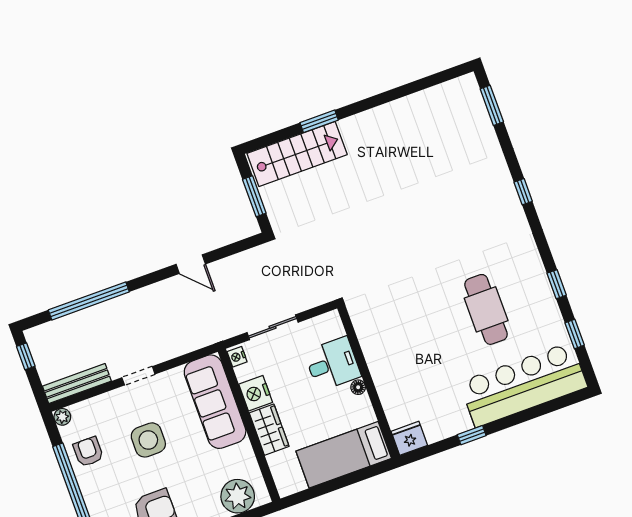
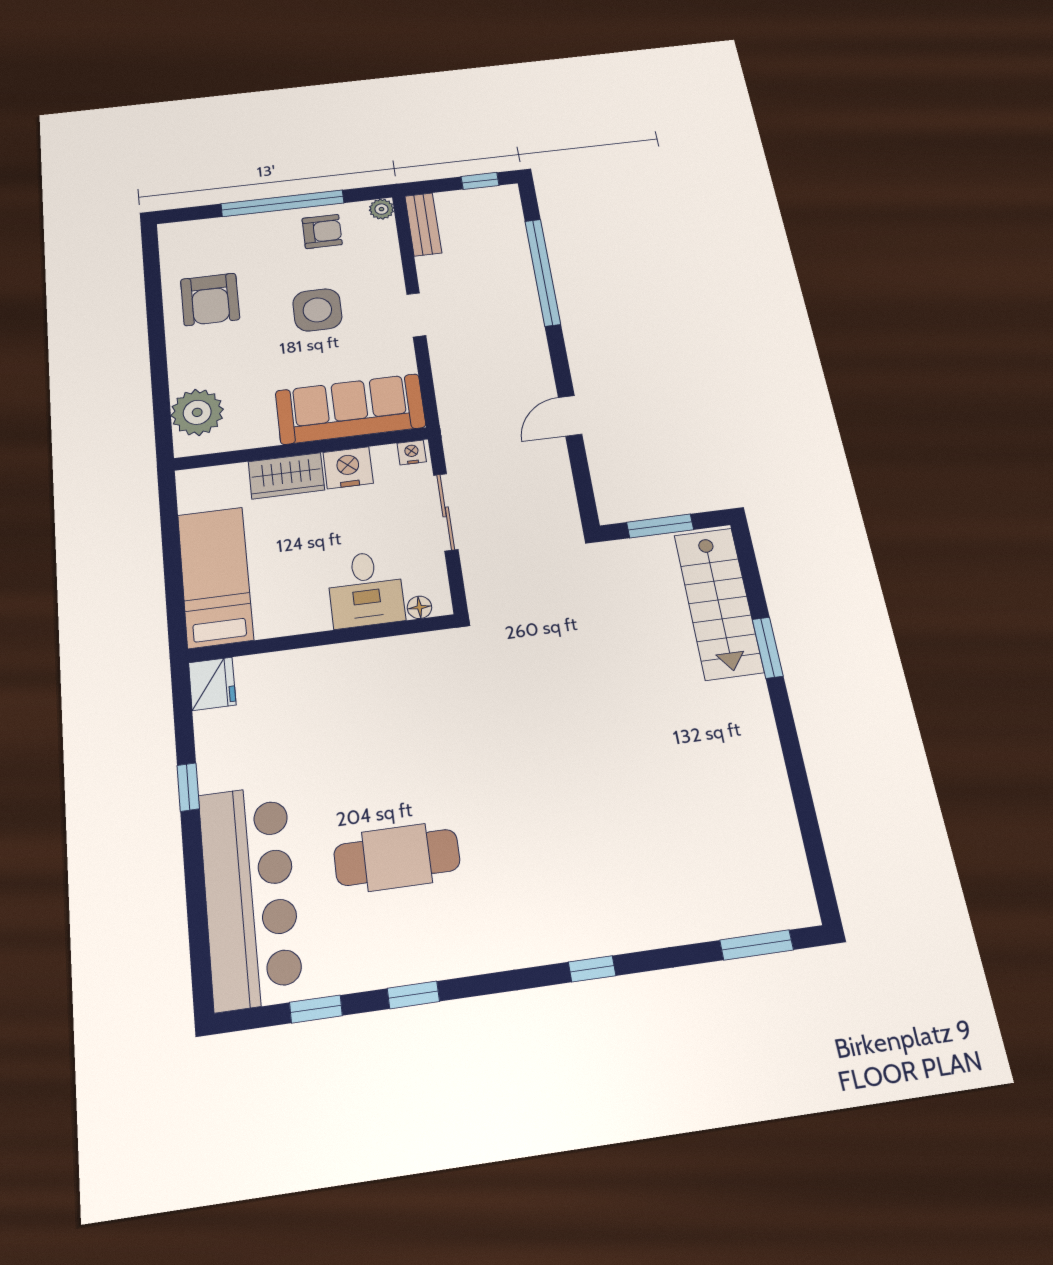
bench: (77, 384) -> (423, 224), width x0.73
floor lamp: (358, 387) -> (419, 607), moved

